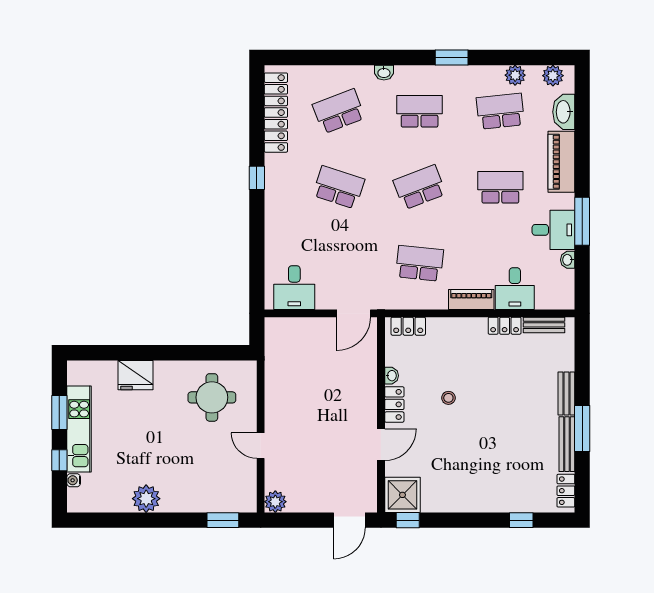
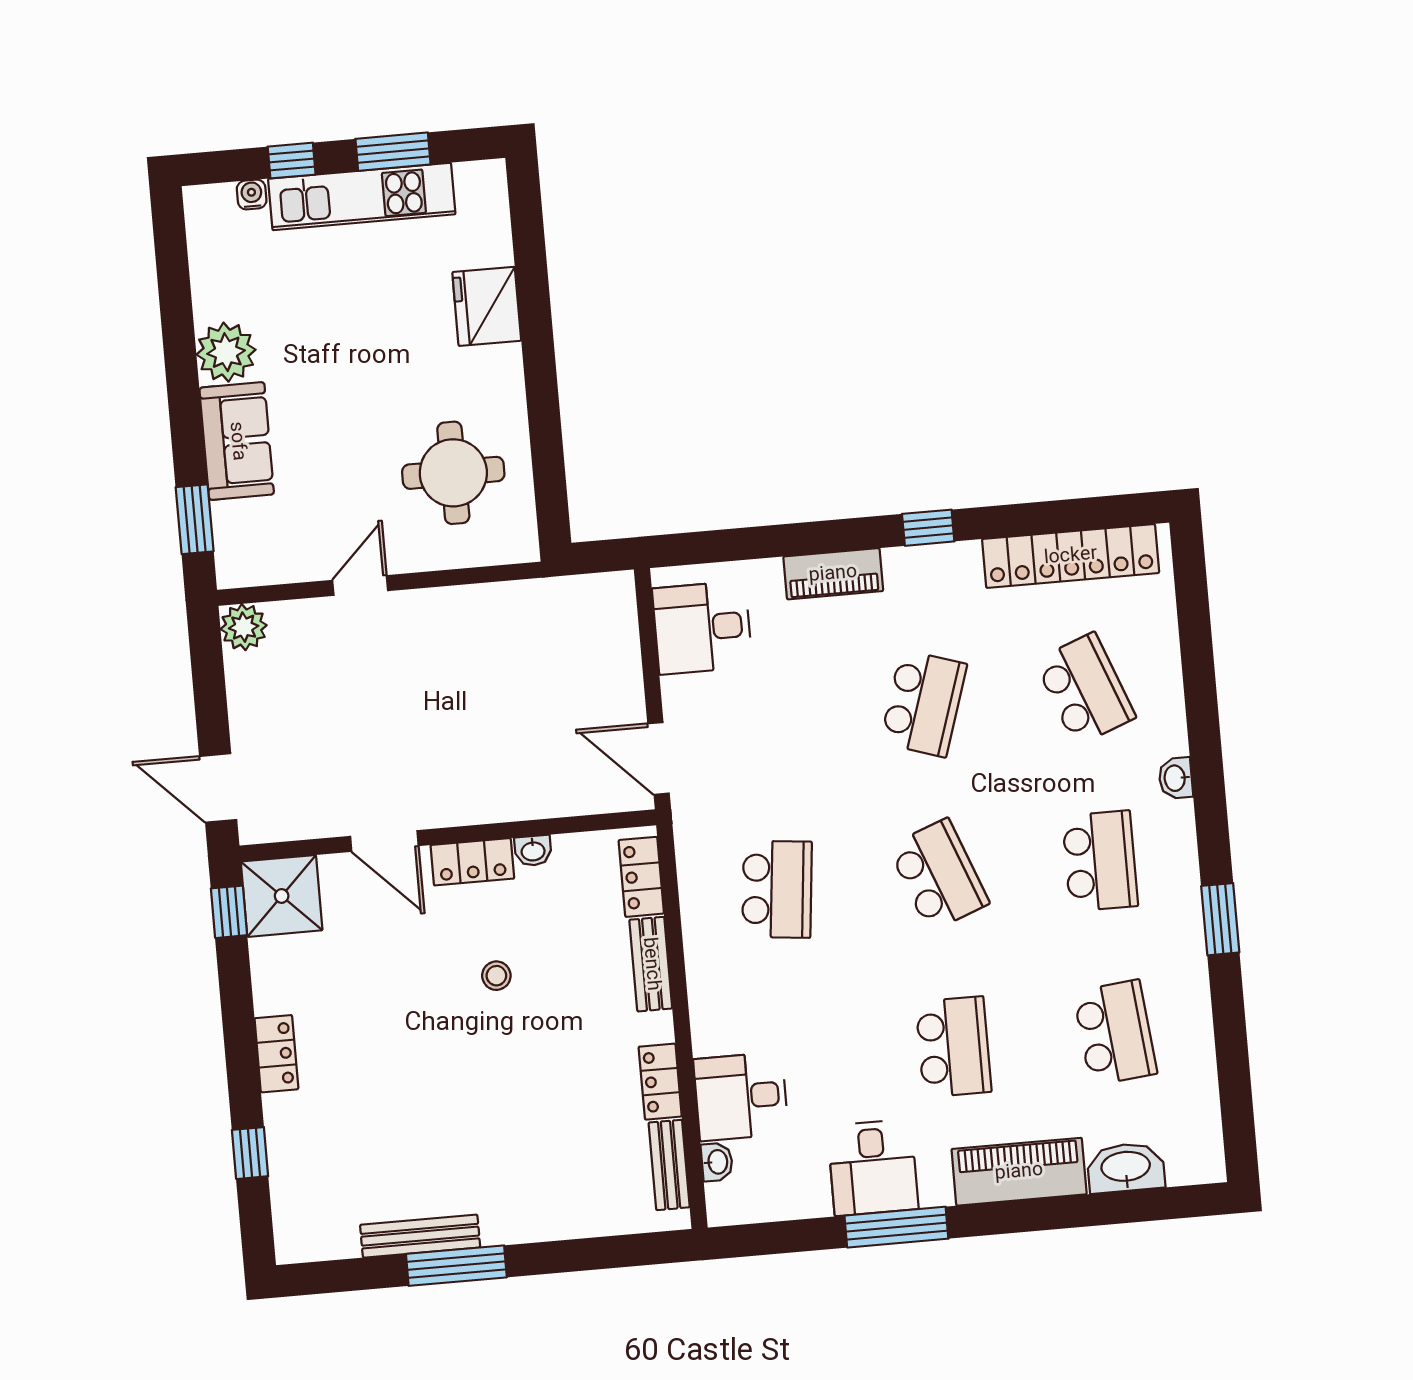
plant: (515, 75) -> (1194, 1058), removed
plant: (553, 76) -> (1201, 1138), removed
washbasin: (568, 260) -> (717, 1162), moved, turned 90
piano: (471, 299) -> (833, 574), moved, turned 90
bench: (566, 393) -> (651, 964), moved, turned 90
locker: (566, 491) -> (276, 1054), moved, turned 90
sofa: (188, 497) -> (237, 441), added

